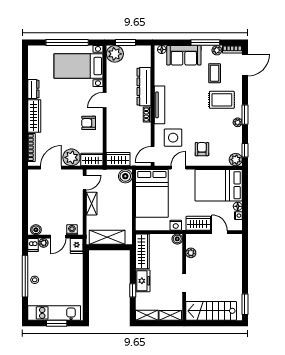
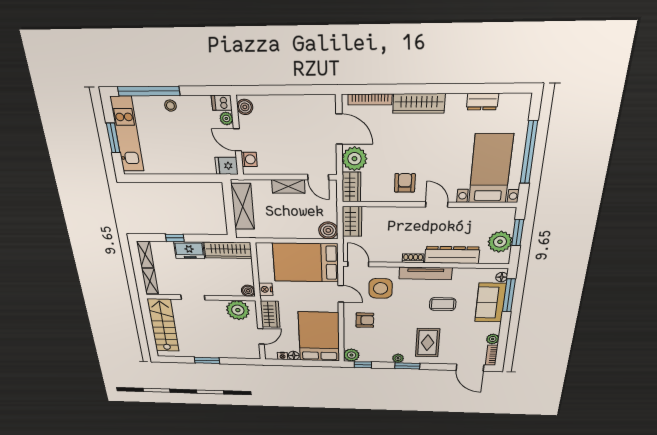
window: (205, 42) -> (509, 295), moved
plant: (115, 54) -> (500, 242), moved
coffee table: (215, 73) -> (443, 304), moved
dresser: (33, 89) -> (482, 102), moved
plant: (191, 253) -> (238, 310), width x1.88, depth x1.88
window: (25, 276) -> (149, 91), moved
window: (245, 304) -> (207, 360), moved

